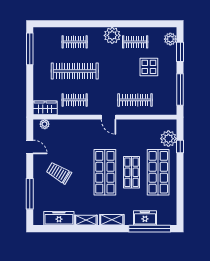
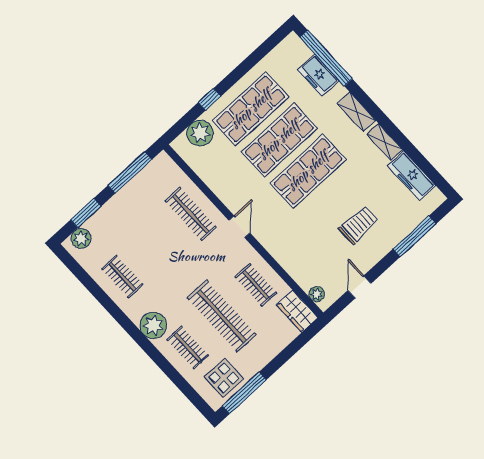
plant: (112, 35) -> (153, 325), moved
display table: (149, 67) -> (224, 378), moved
window: (180, 147) -> (210, 99), moved
shop shelf: (132, 172) -> (279, 140), width x1.43, depth x1.36
trolley: (59, 173) -> (359, 225), turned -121

